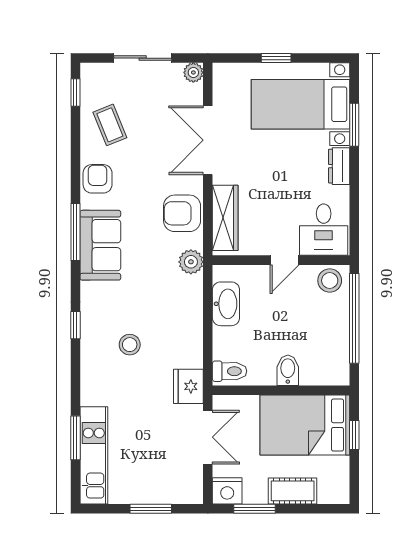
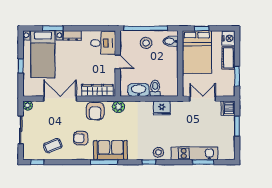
double door: (208, 140) -> (60, 99), swing flipped
armchair: (98, 179) -> (81, 138), moved
stool: (330, 281) -> (146, 43), moved
stool: (130, 345) -> (158, 152), moved
bidet: (288, 370) -> (171, 41), moved
toilet: (230, 371) -> (155, 88), moved
fridge: (188, 386) -> (162, 108), moved
kitchen unit: (94, 455) -> (194, 153), moved
dishwasher: (188, 490) -> (228, 108), added
nightstand: (227, 491) -> (228, 38), moved

